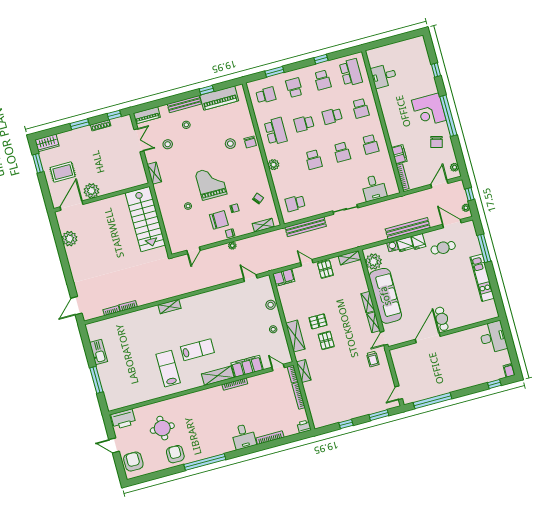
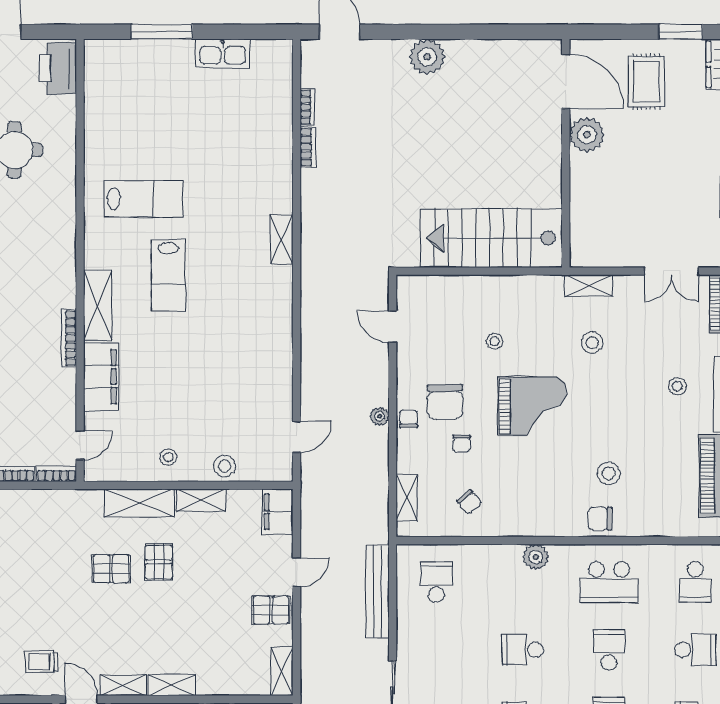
stool: (168, 144) -> (592, 343), moved
plant: (69, 239) -> (427, 57), moved
shelving: (304, 371) -> (201, 500), moved

